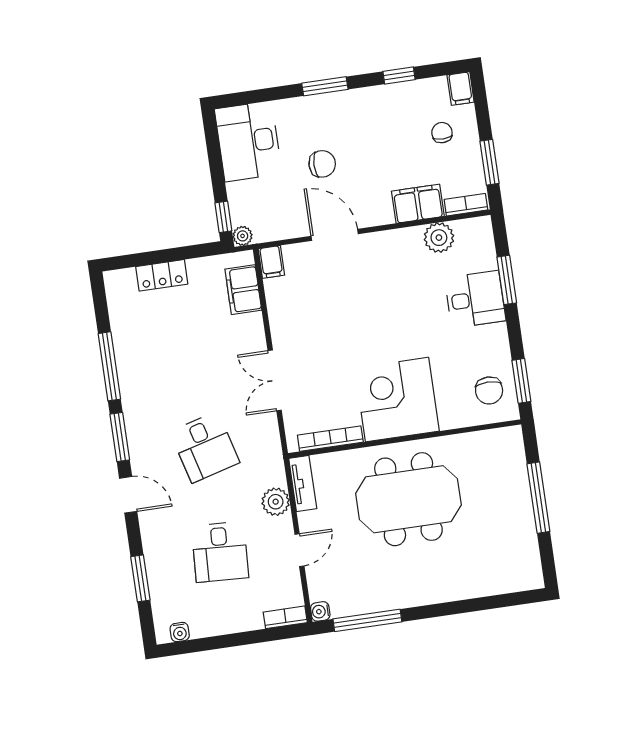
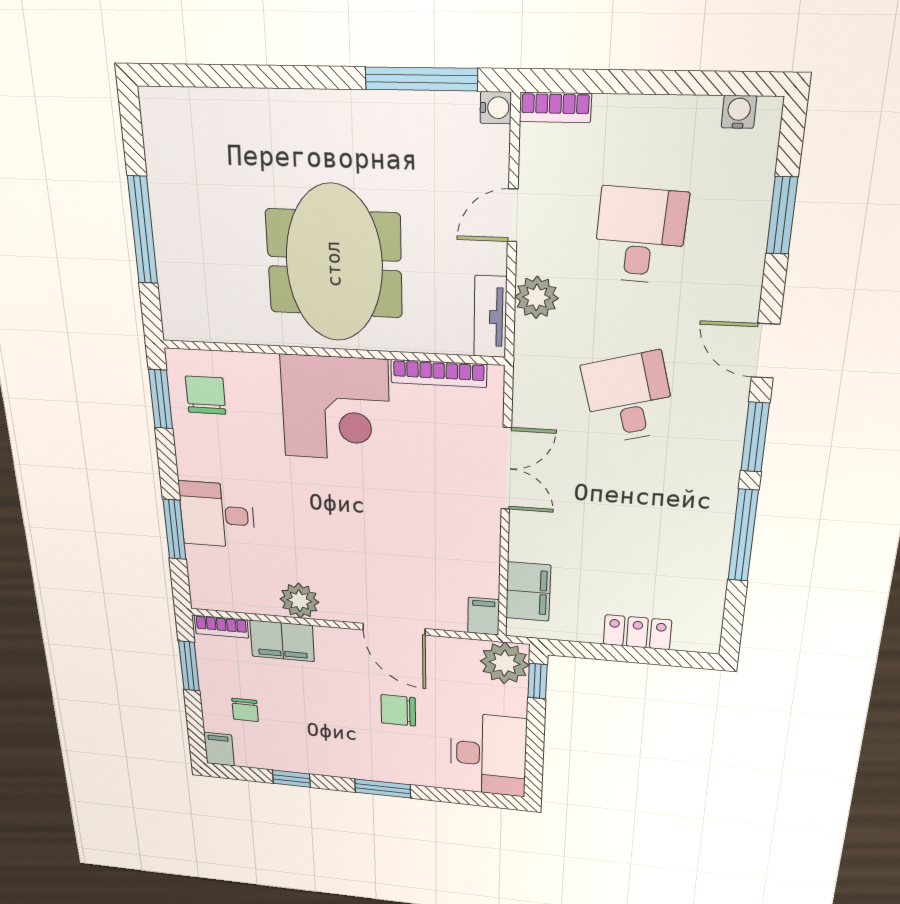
plant: (243, 236) -> (505, 663), width x1.88, depth x1.88
plant: (439, 238) -> (299, 601), moved
meeting table: (408, 499) -> (334, 264), turned 90

